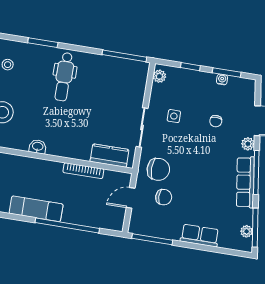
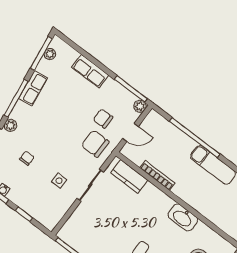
plant: (159, 76) -> (140, 106), moved
washbasin: (38, 147) -> (183, 218), width x1.91, depth x1.45
row of seats: (245, 182) -> (33, 88), width x0.68

